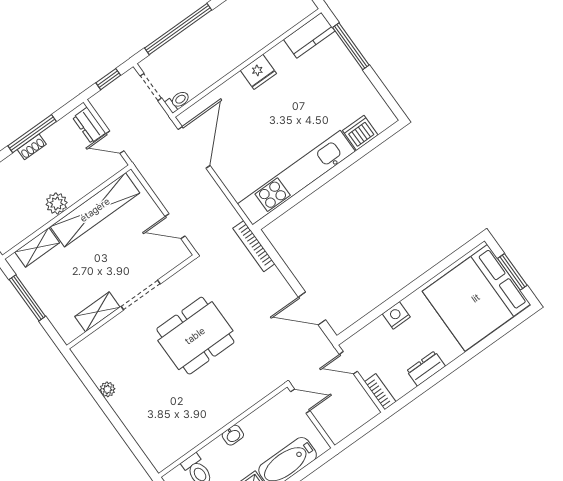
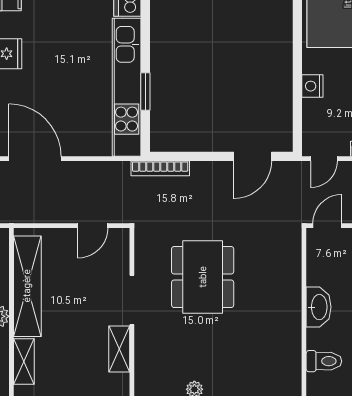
window: (303, 194) -> (145, 92), added
washbasin: (233, 435) -> (319, 307), width x1.91, depth x1.45

